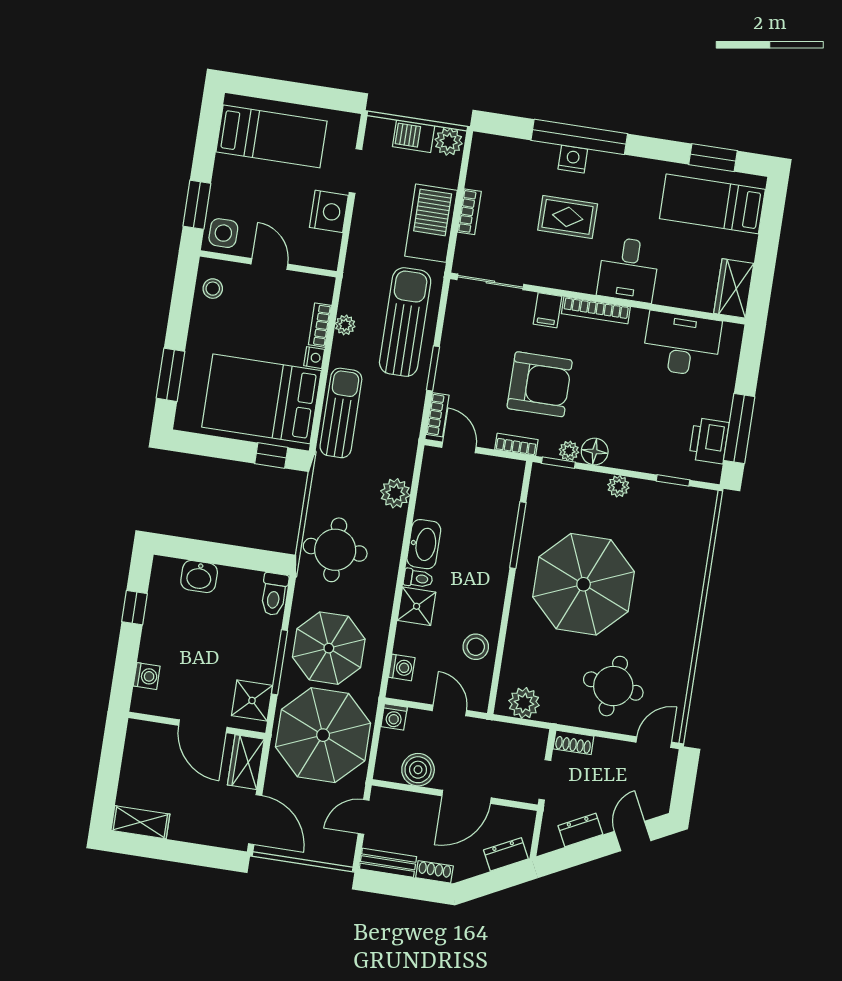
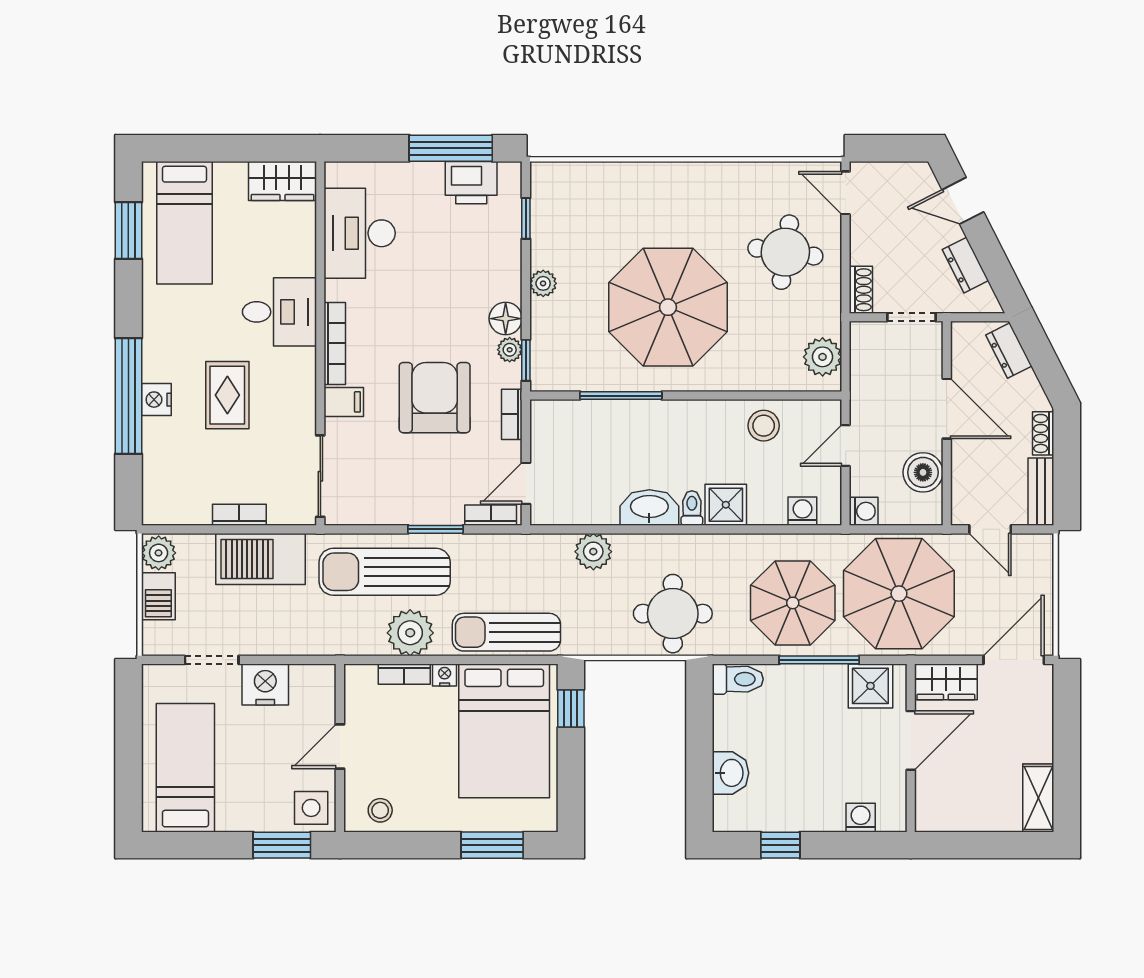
plant: (345, 325) -> (410, 633), width x1.88, depth x1.88

